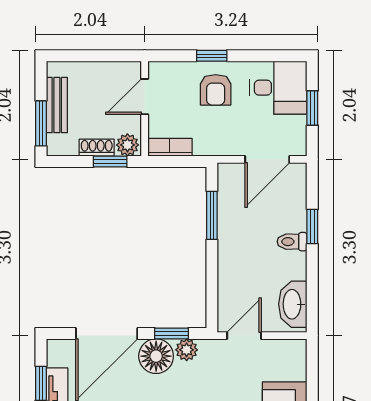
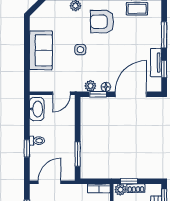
floor lamp: (156, 356) -> (106, 87), width x0.53, depth x0.53

